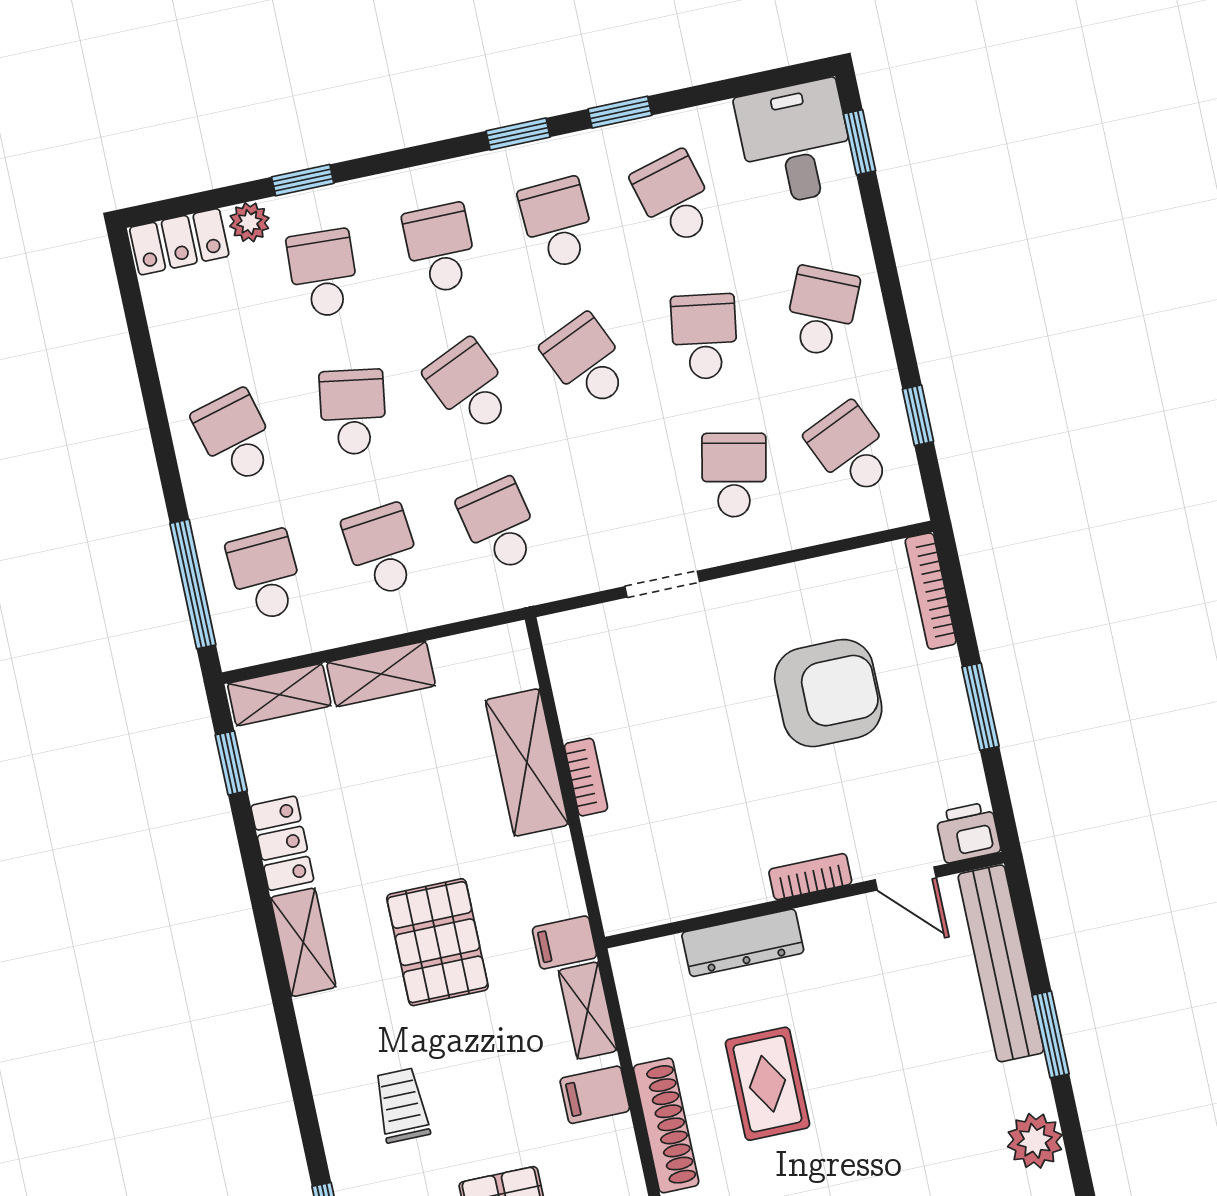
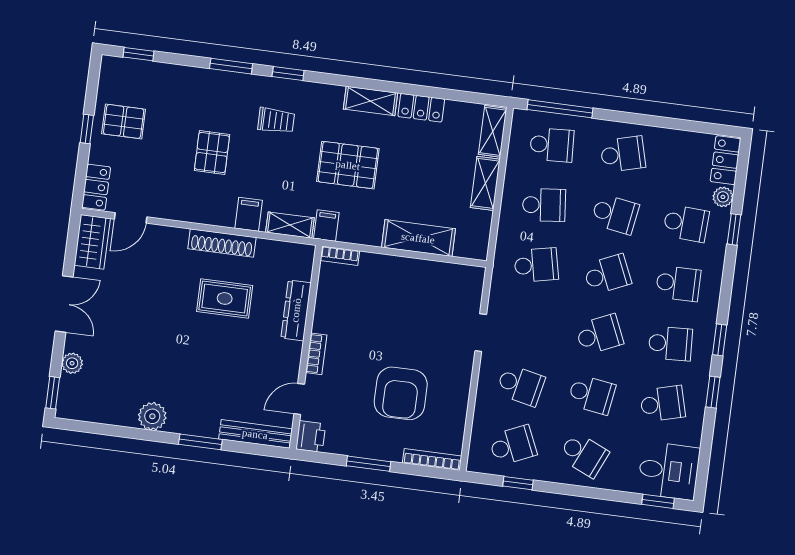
window: (231, 763) -> (288, 74), moved
bookcase: (586, 777) -> (340, 256), moved
bench: (1001, 963) -> (255, 434), width x0.73, depth x0.82

